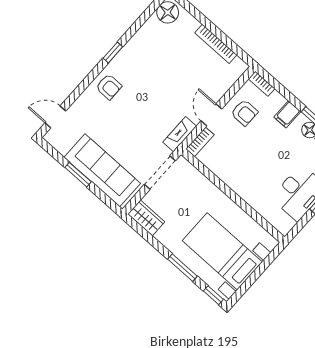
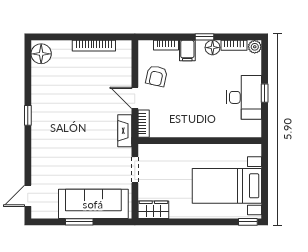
bookcase: (262, 84) -> (166, 45), moved
armchair: (109, 87) -> (46, 142), removed
armchair: (244, 113) -> (156, 76), turned 102
doorway: (160, 173) -> (135, 170), width x0.73
window: (182, 268) -> (209, 222), removed

